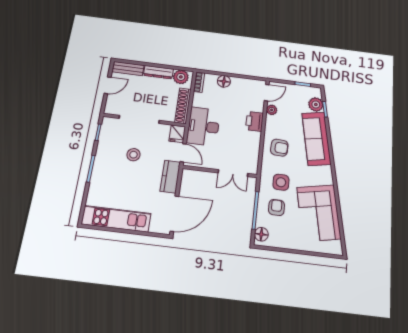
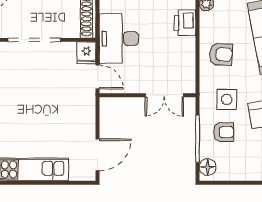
stool: (133, 155) -> (35, 87), removed
kitchen counter: (170, 177) -> (86, 110), removed
armchair: (276, 207) -> (224, 132), turned 90
door: (174, 214) -> (98, 155), width x0.73

